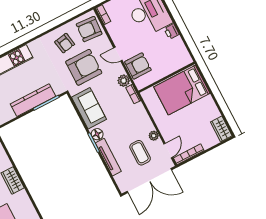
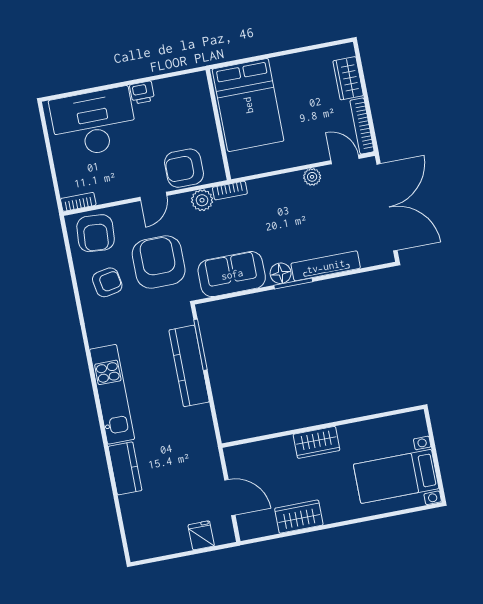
armchair: (138, 66) -> (184, 168), turned -90
wardrobe: (221, 129) -> (348, 78), moved, turned 90
coffee table: (140, 153) -> (334, 209), removed

